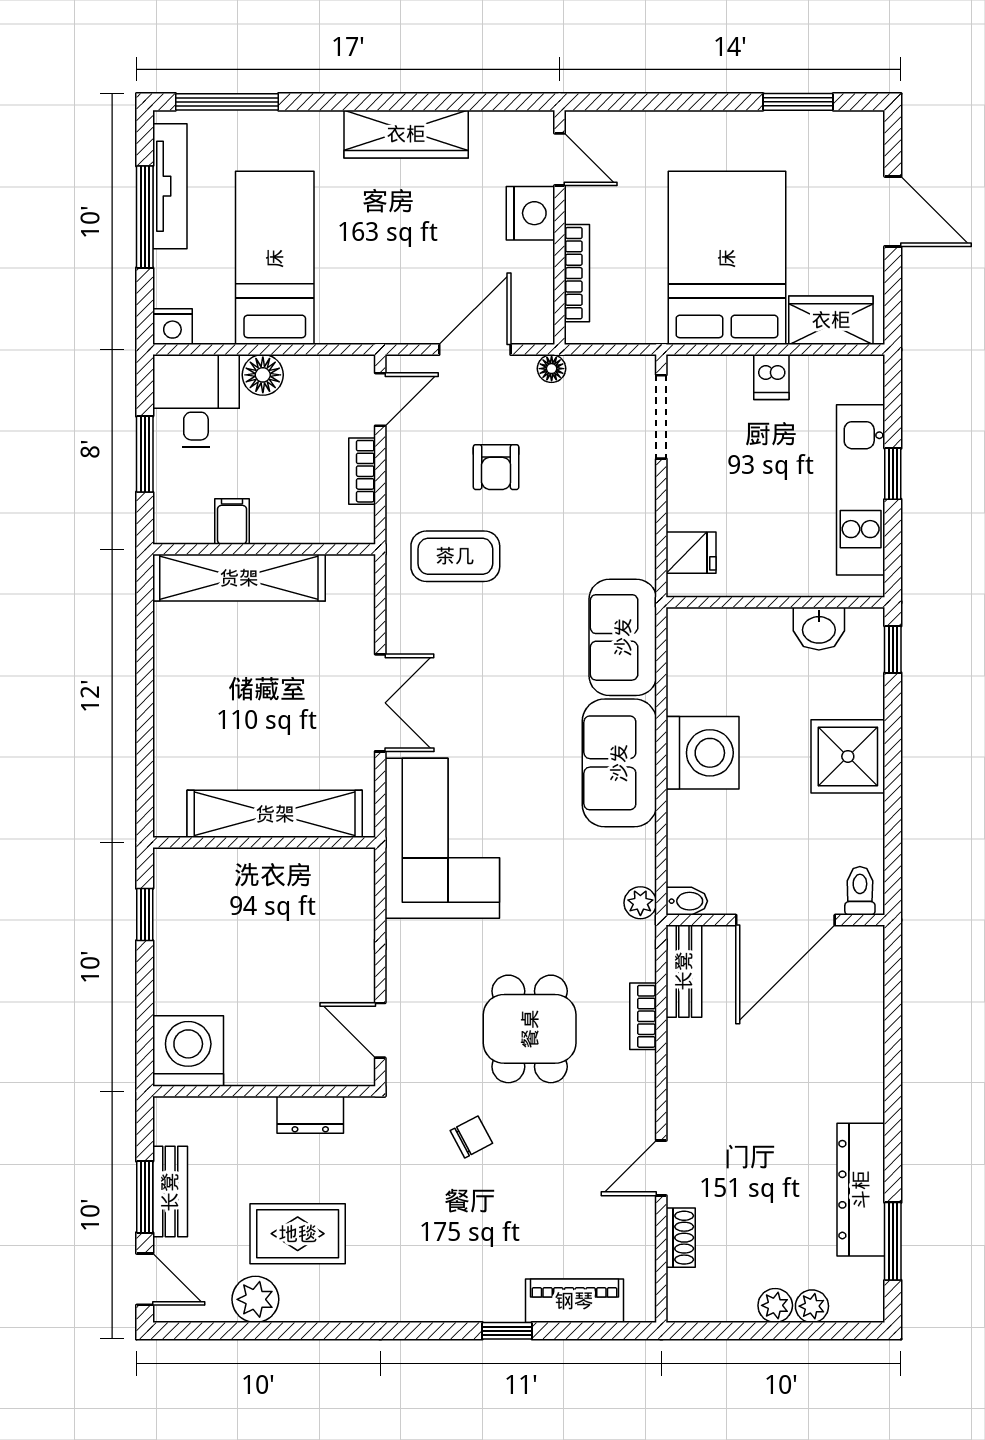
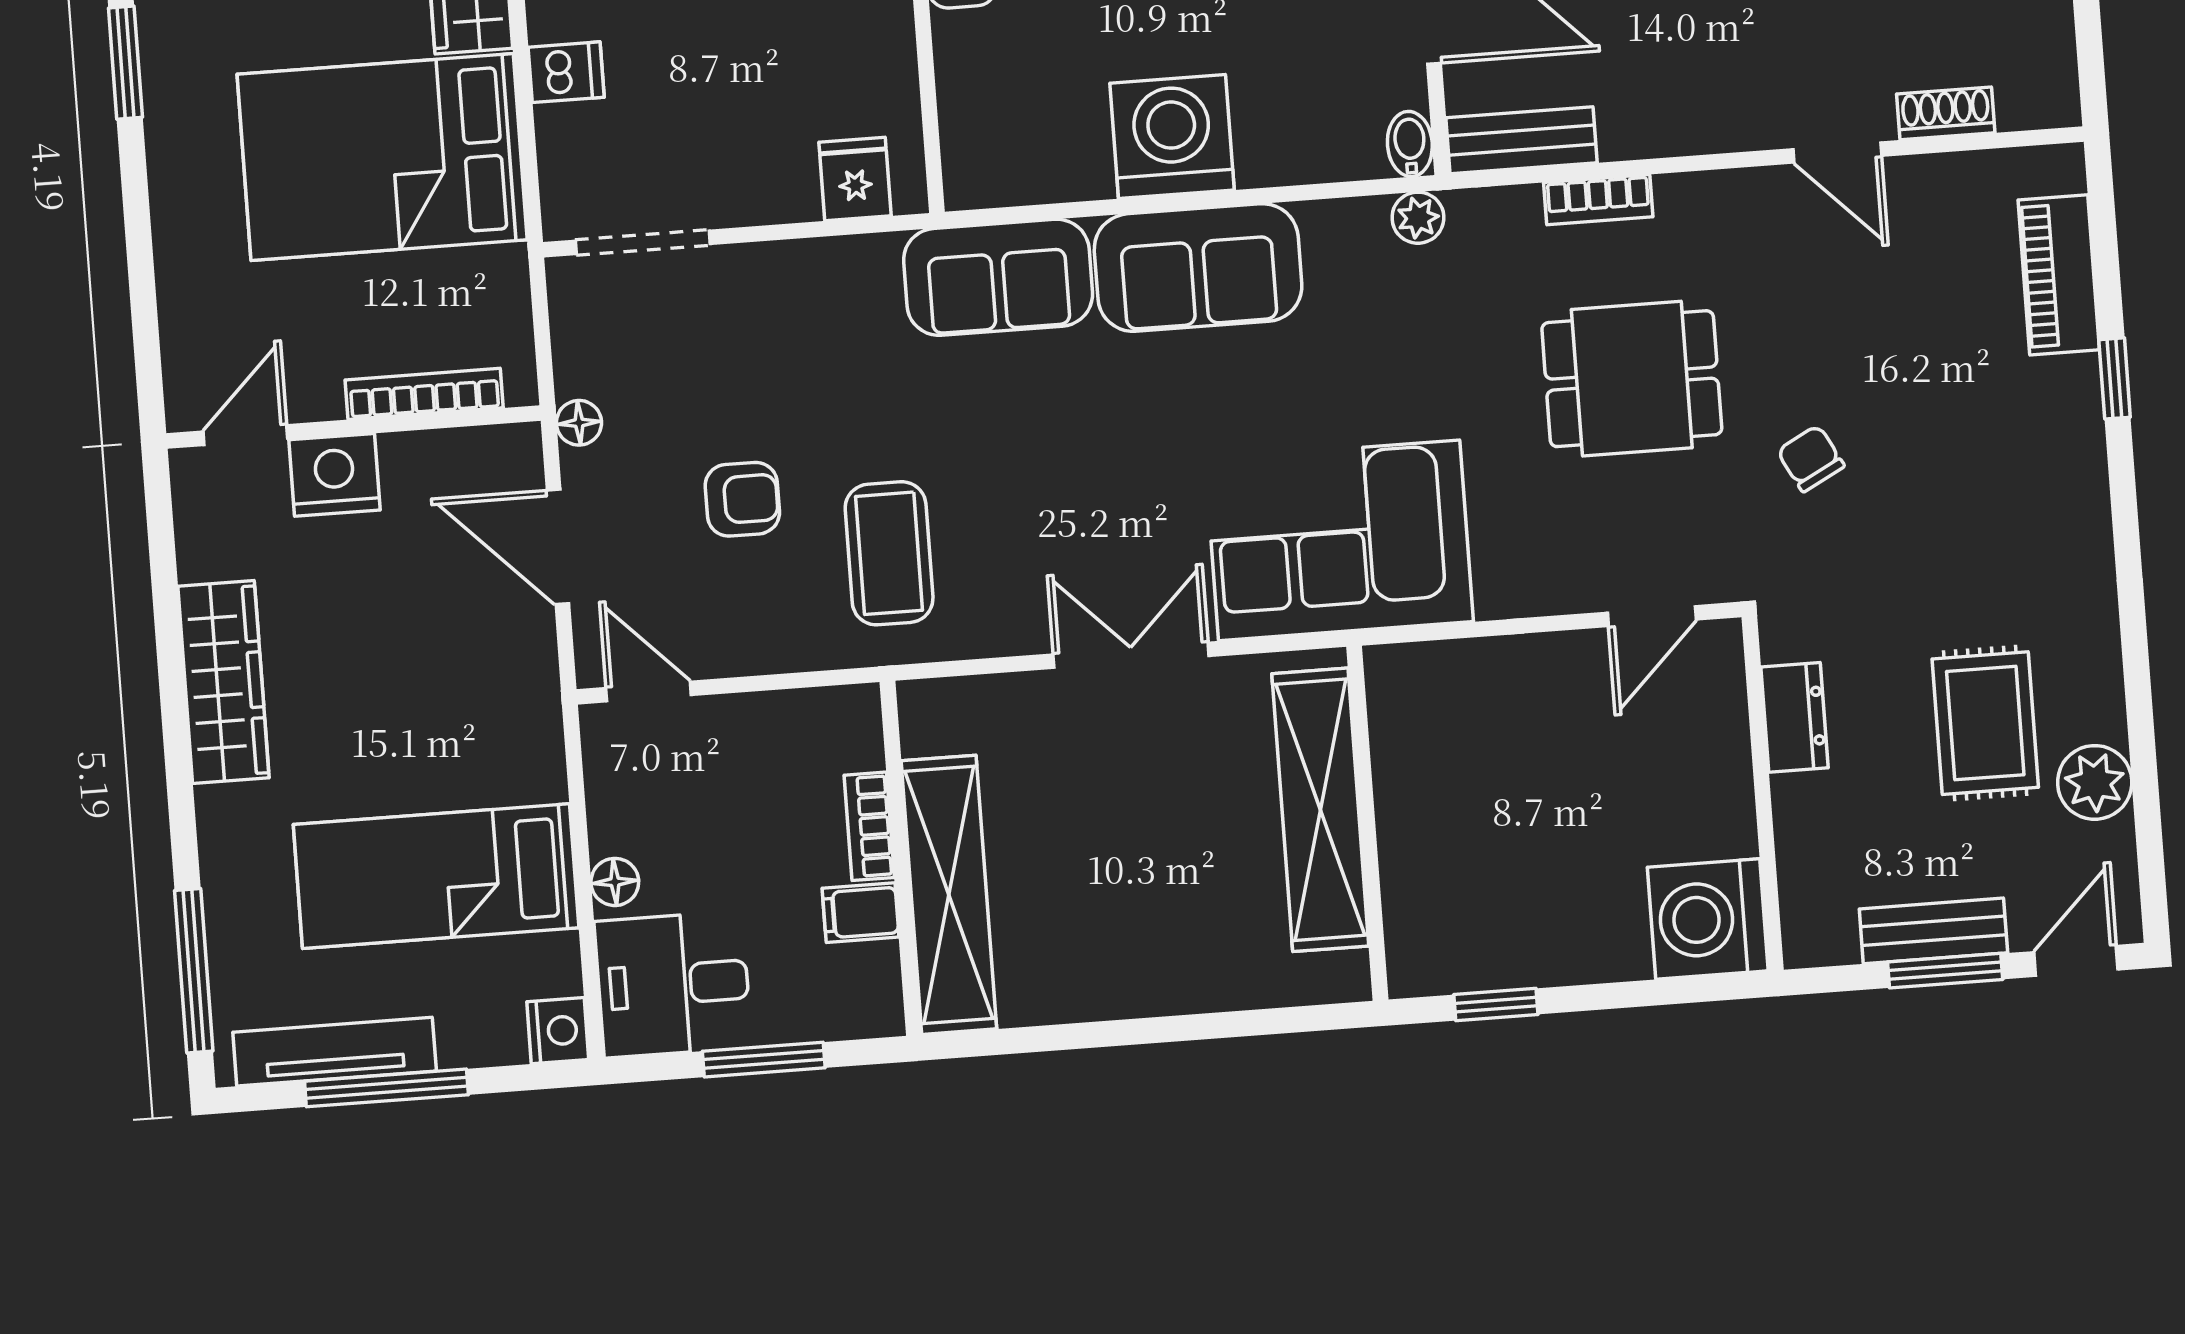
floor lamp: (263, 375) -> (615, 882), width x0.73, depth x0.73
bookcase: (362, 471) -> (869, 826), moved, turned 90

